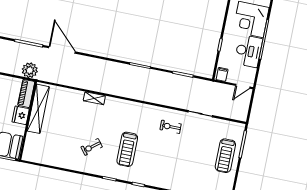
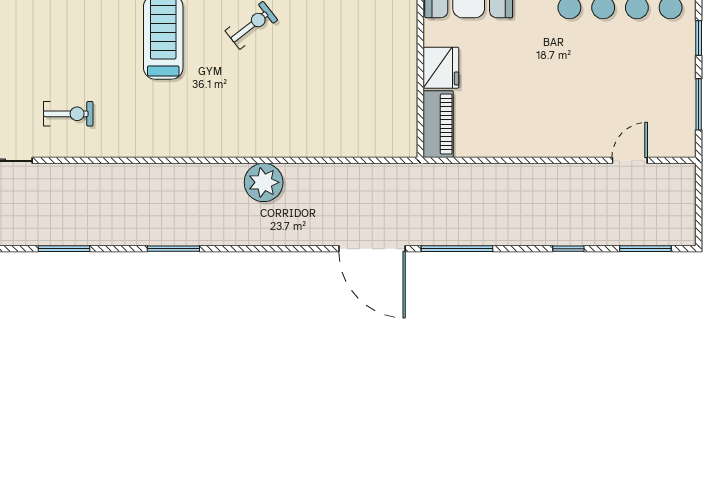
plant: (30, 70) -> (264, 182), moved
shelving: (94, 98) -> (269, 146), removed
shelving: (38, 109) -> (401, 92), removed

